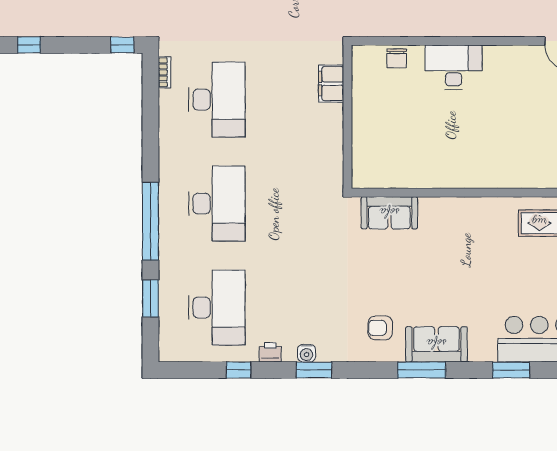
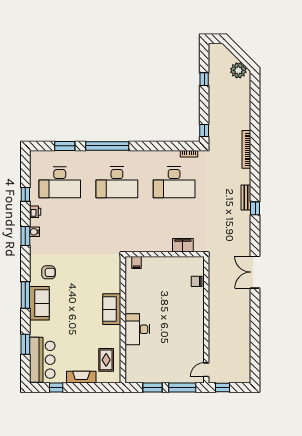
desk: (453, 67) -> (137, 329), moved, turned 180
filing cabinet: (362, 168) -> (136, 263), added
sofa: (389, 213) -> (112, 309), moved
armchair: (380, 328) -> (49, 272), turned 90

